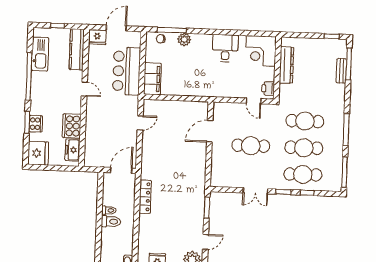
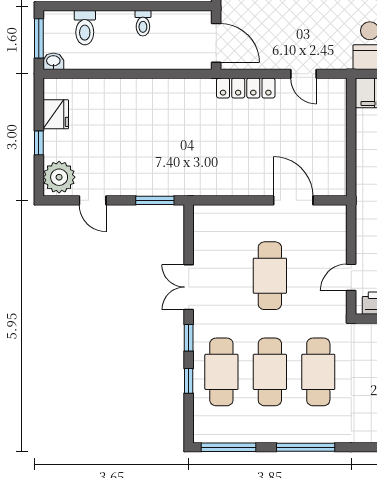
locker: (145, 197) -> (246, 88), moved
toilet: (111, 222) -> (85, 28), moved

